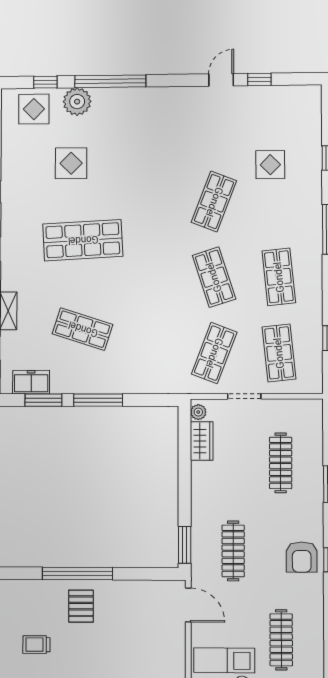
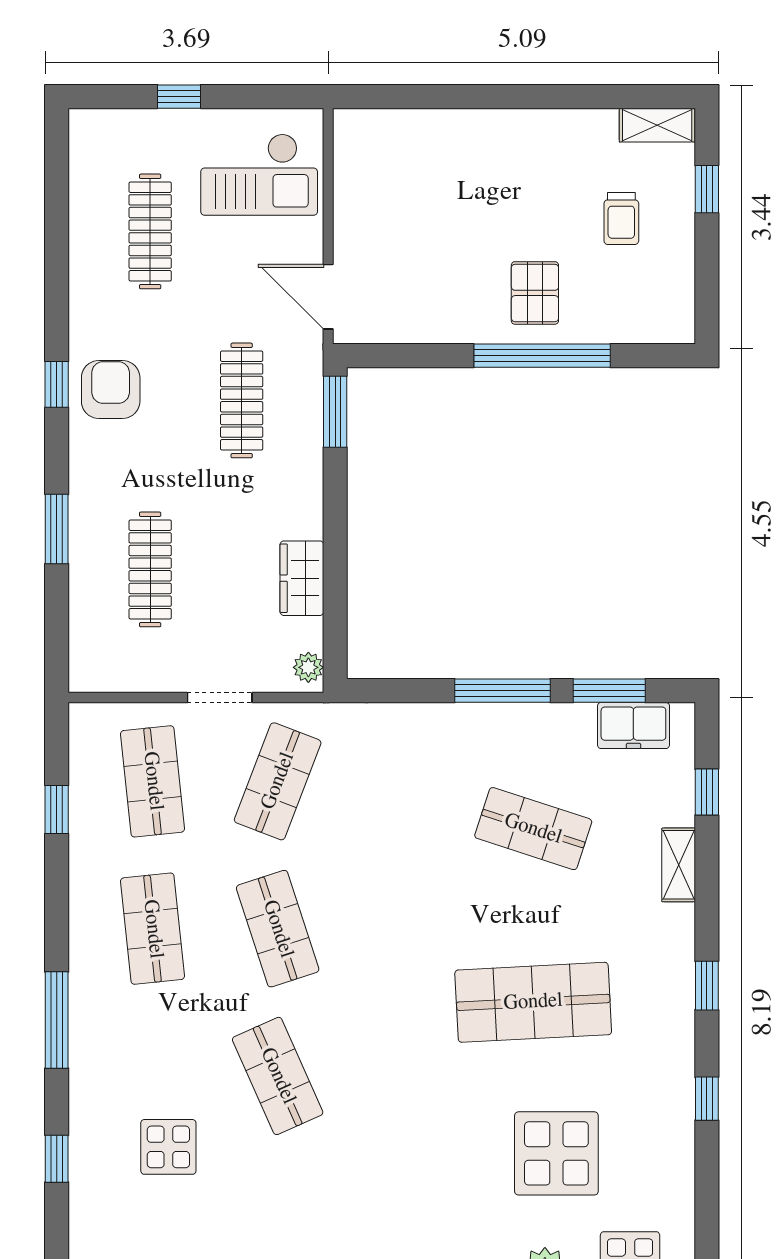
display table: (71, 163) -> (556, 1153), width x1.36, depth x1.36
shop shelf: (214, 202) -> (278, 1076), turned -45
wardrobe: (202, 441) -> (302, 578), moved
trolley: (36, 645) -> (621, 219), turned 90

